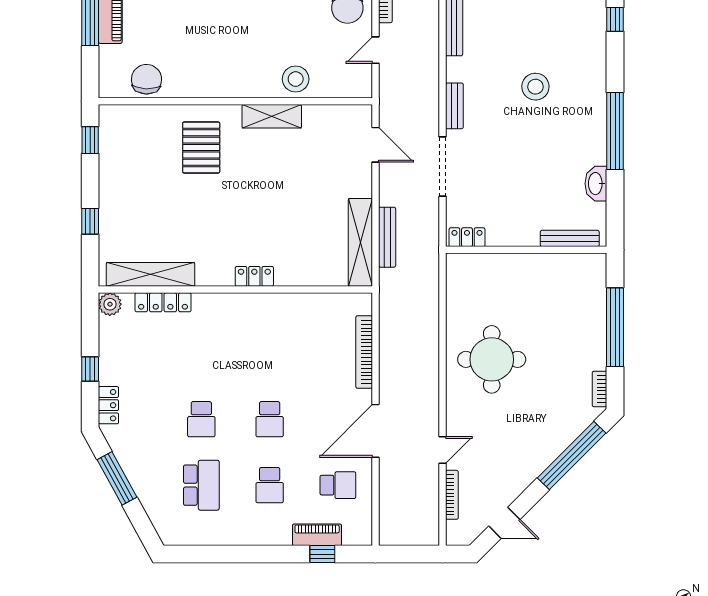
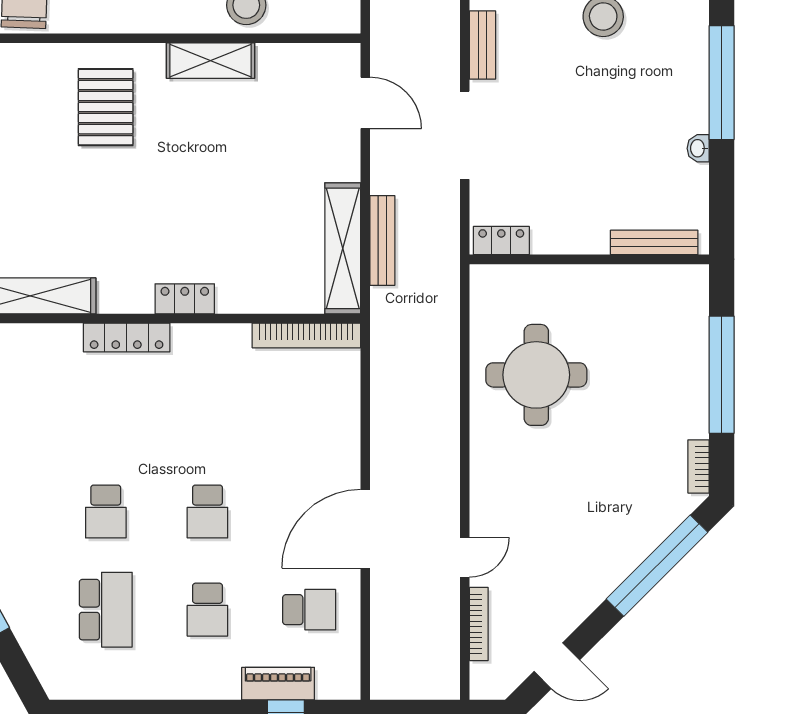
washbasin: (596, 184) -> (698, 148), width x0.52, depth x0.69
locker: (163, 302) -> (127, 337), moved
bookcase: (364, 352) -> (306, 335), moved, turned -90
round table: (492, 359) -> (536, 375), moved

